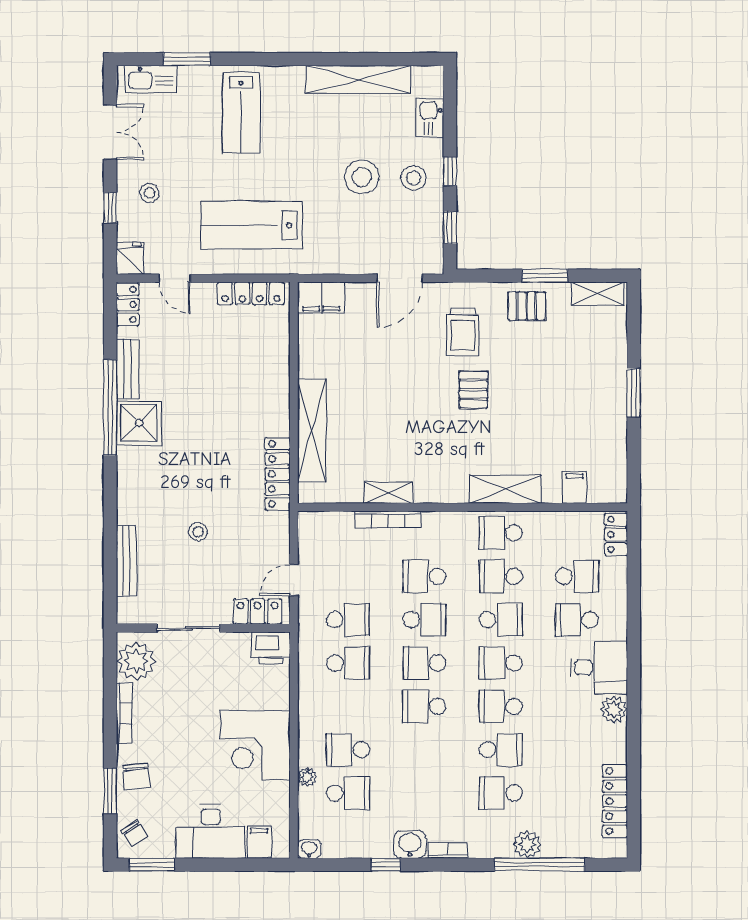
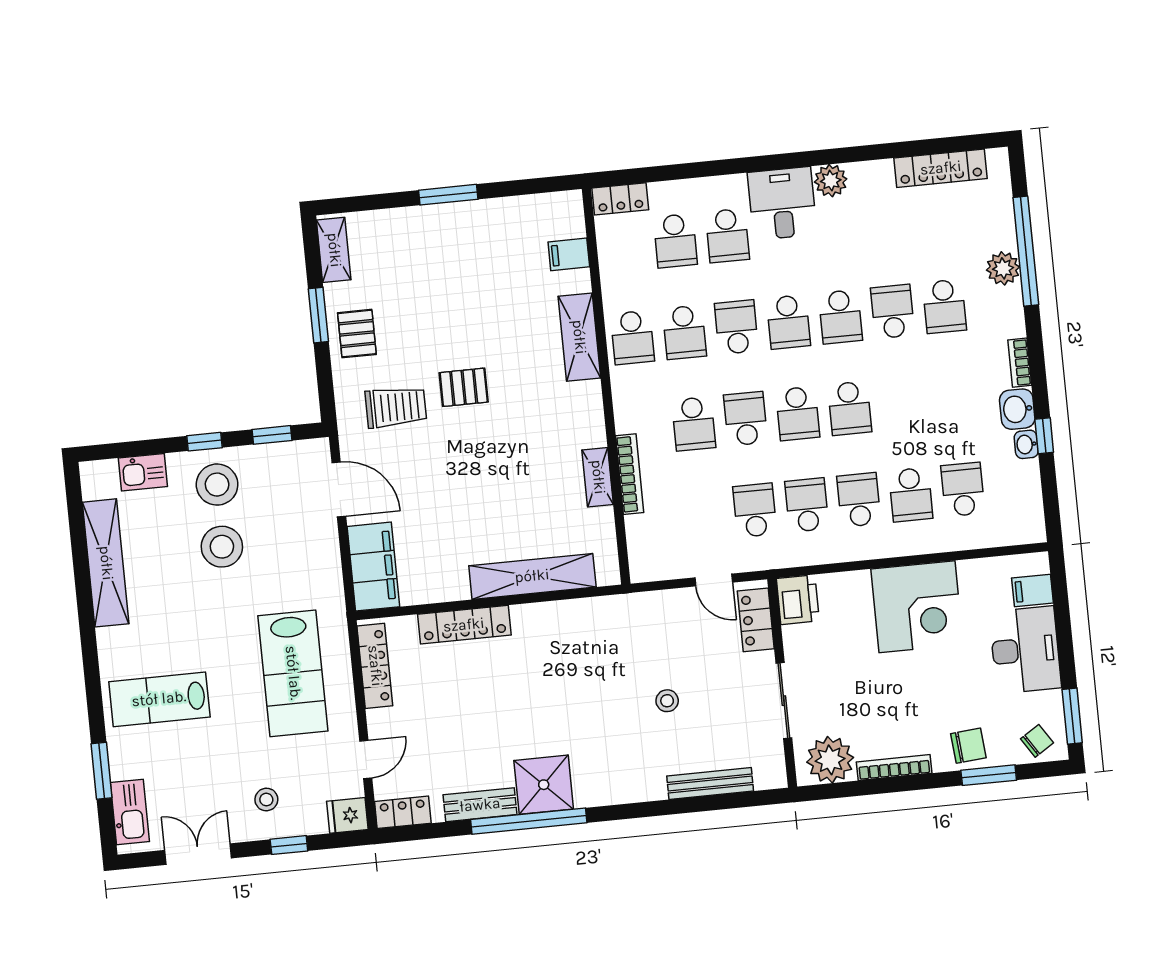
lab bench: (241, 113) -> (159, 699), turned 180
stool: (414, 178) -> (217, 485), width x1.38, depth x1.38
filing cabinet: (321, 298) -> (373, 567), width x1.50, depth x1.17
locker: (278, 474) -> (464, 625), moved
school desk: (577, 576) -> (675, 241), turned 180
school desk: (348, 706) -> (859, 500), added
plant: (307, 777) -> (948, 540), removed
washbasin: (309, 849) -> (1026, 444), moved

